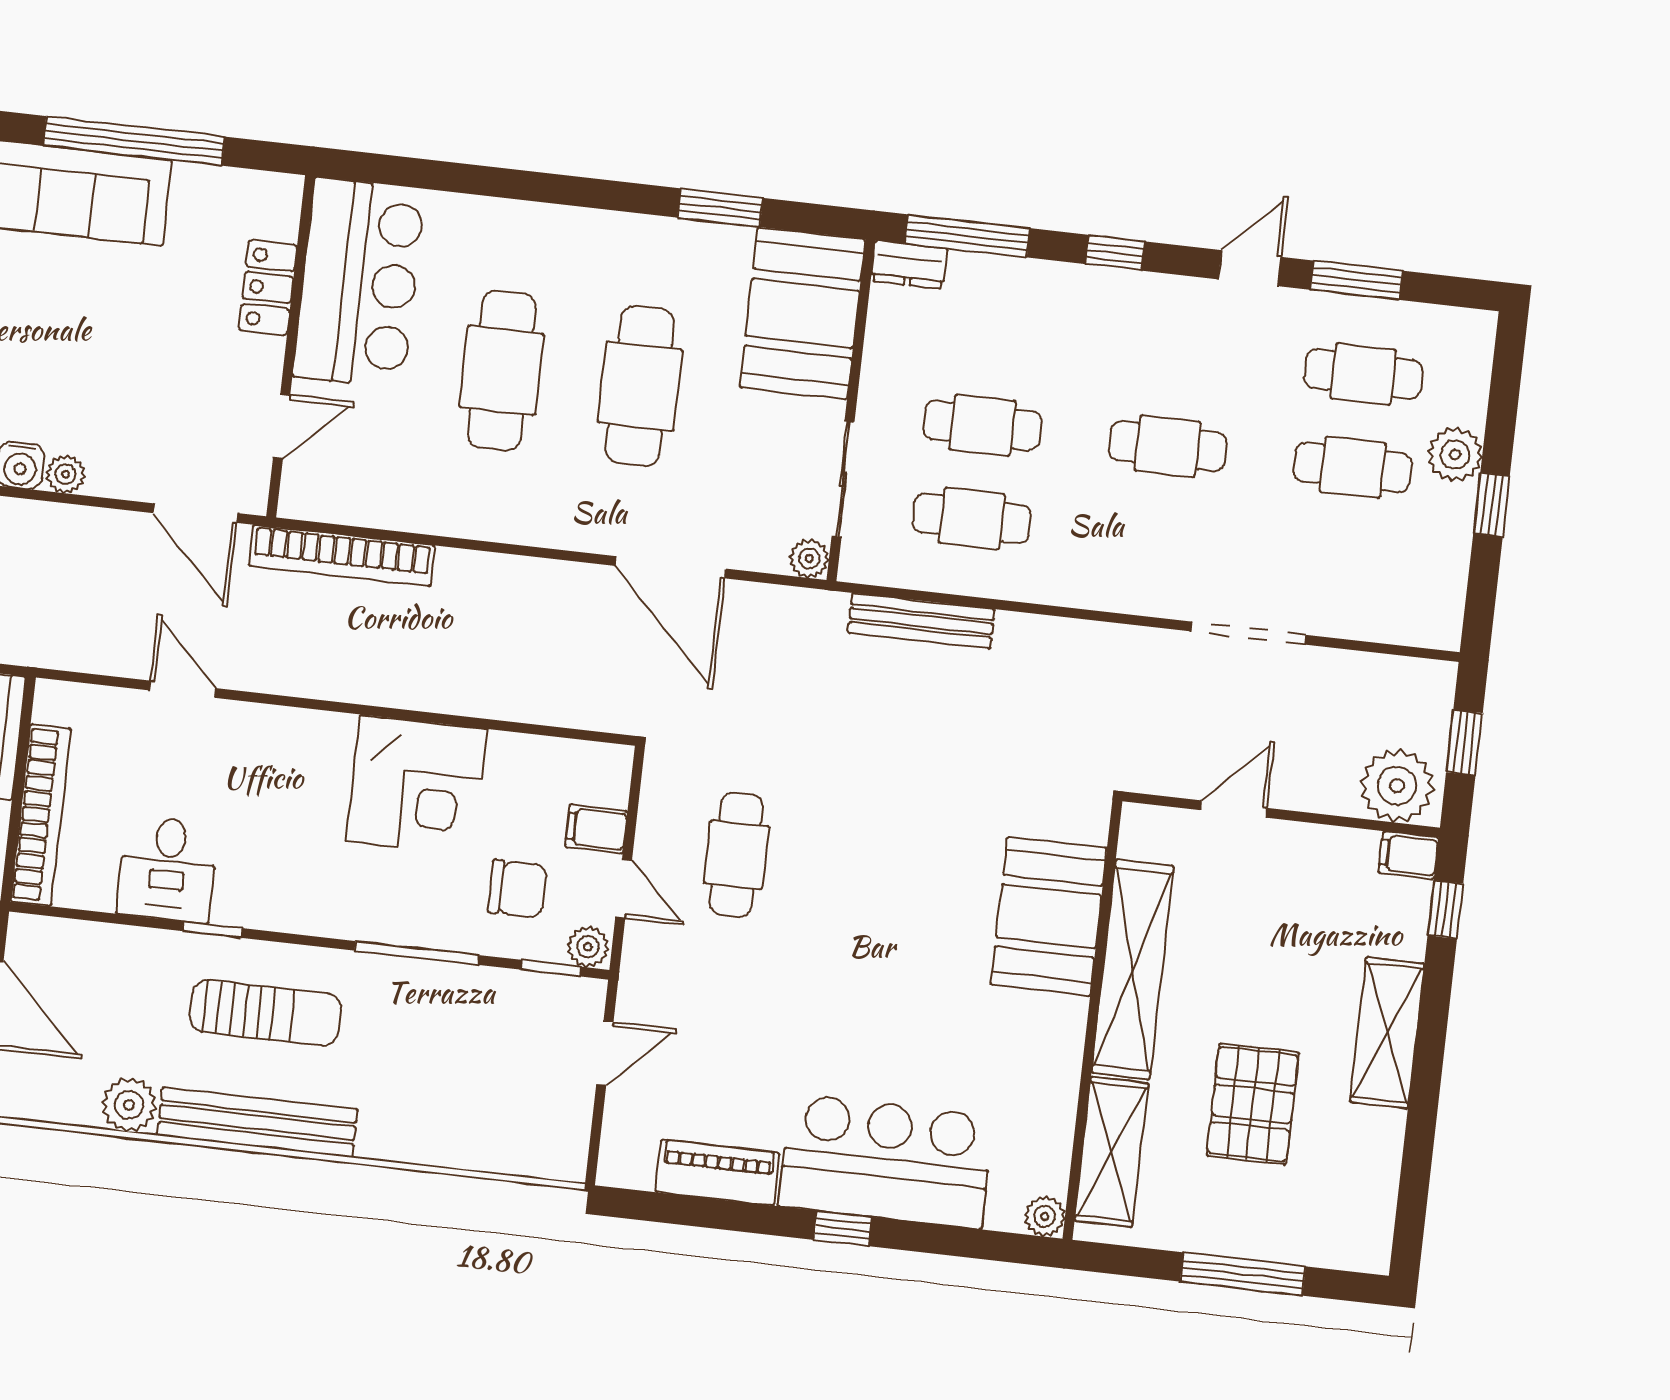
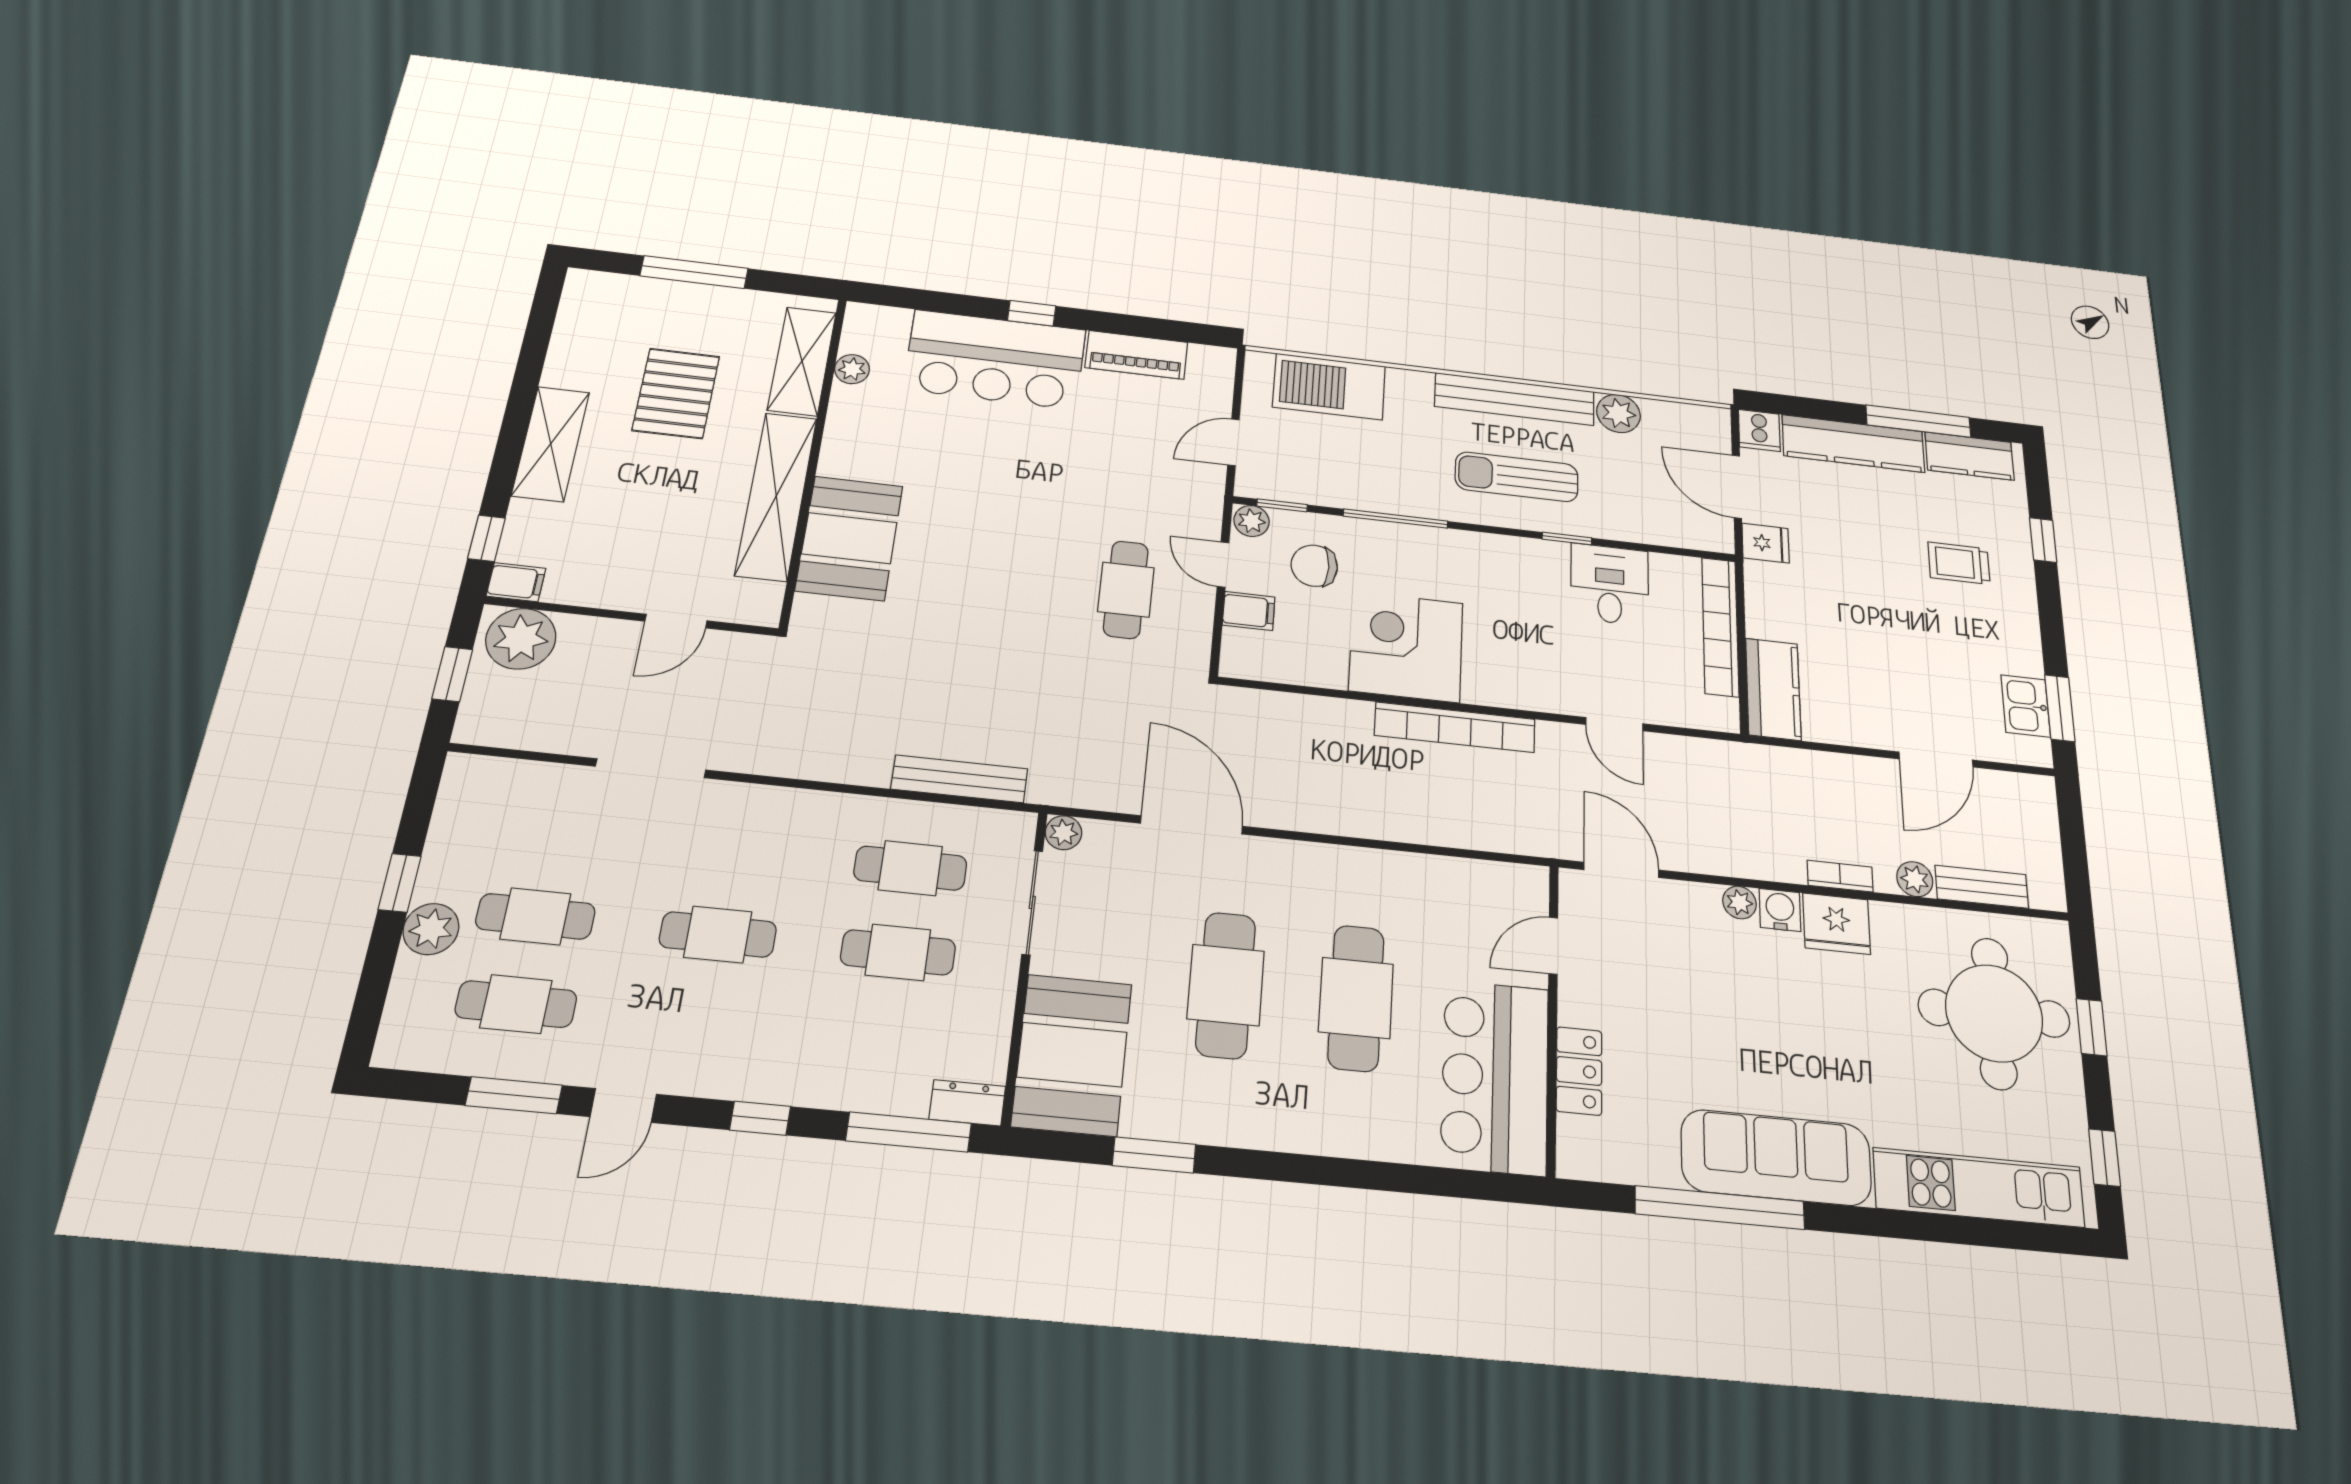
bookcase: (342, 556) -> (1455, 727), moved, turned 180
barbecue: (485, 1134) -> (1329, 387), added
plant: (1045, 1216) -> (852, 369), moved

